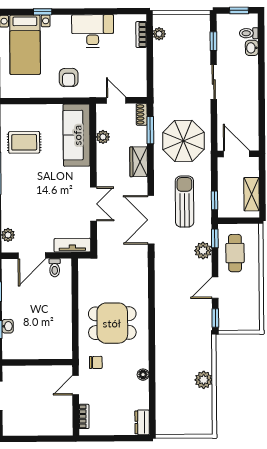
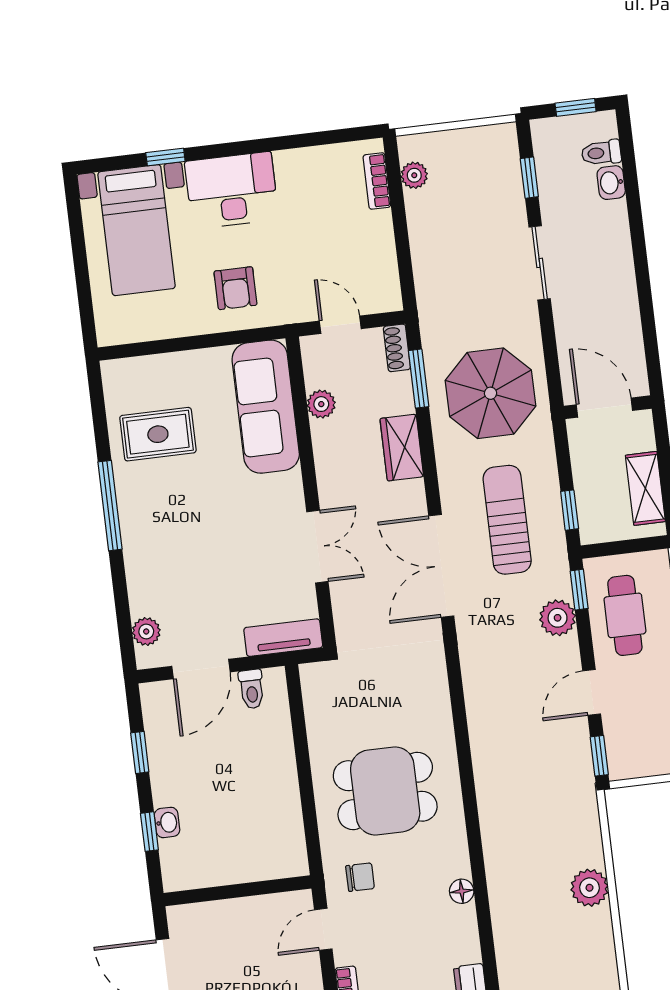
desk: (93, 31) -> (232, 190), moved

